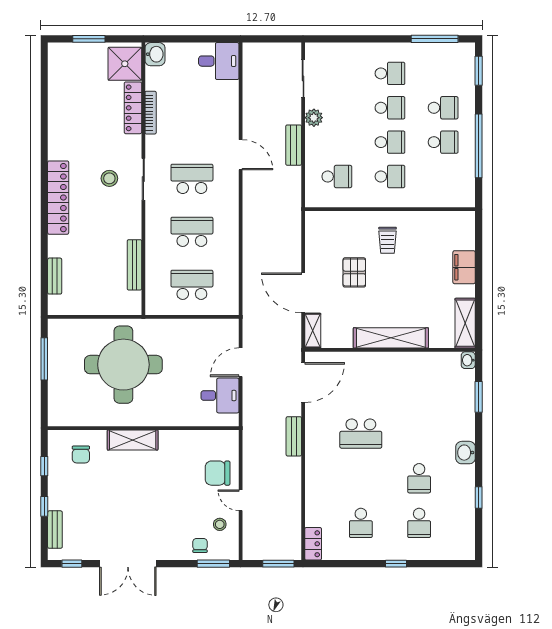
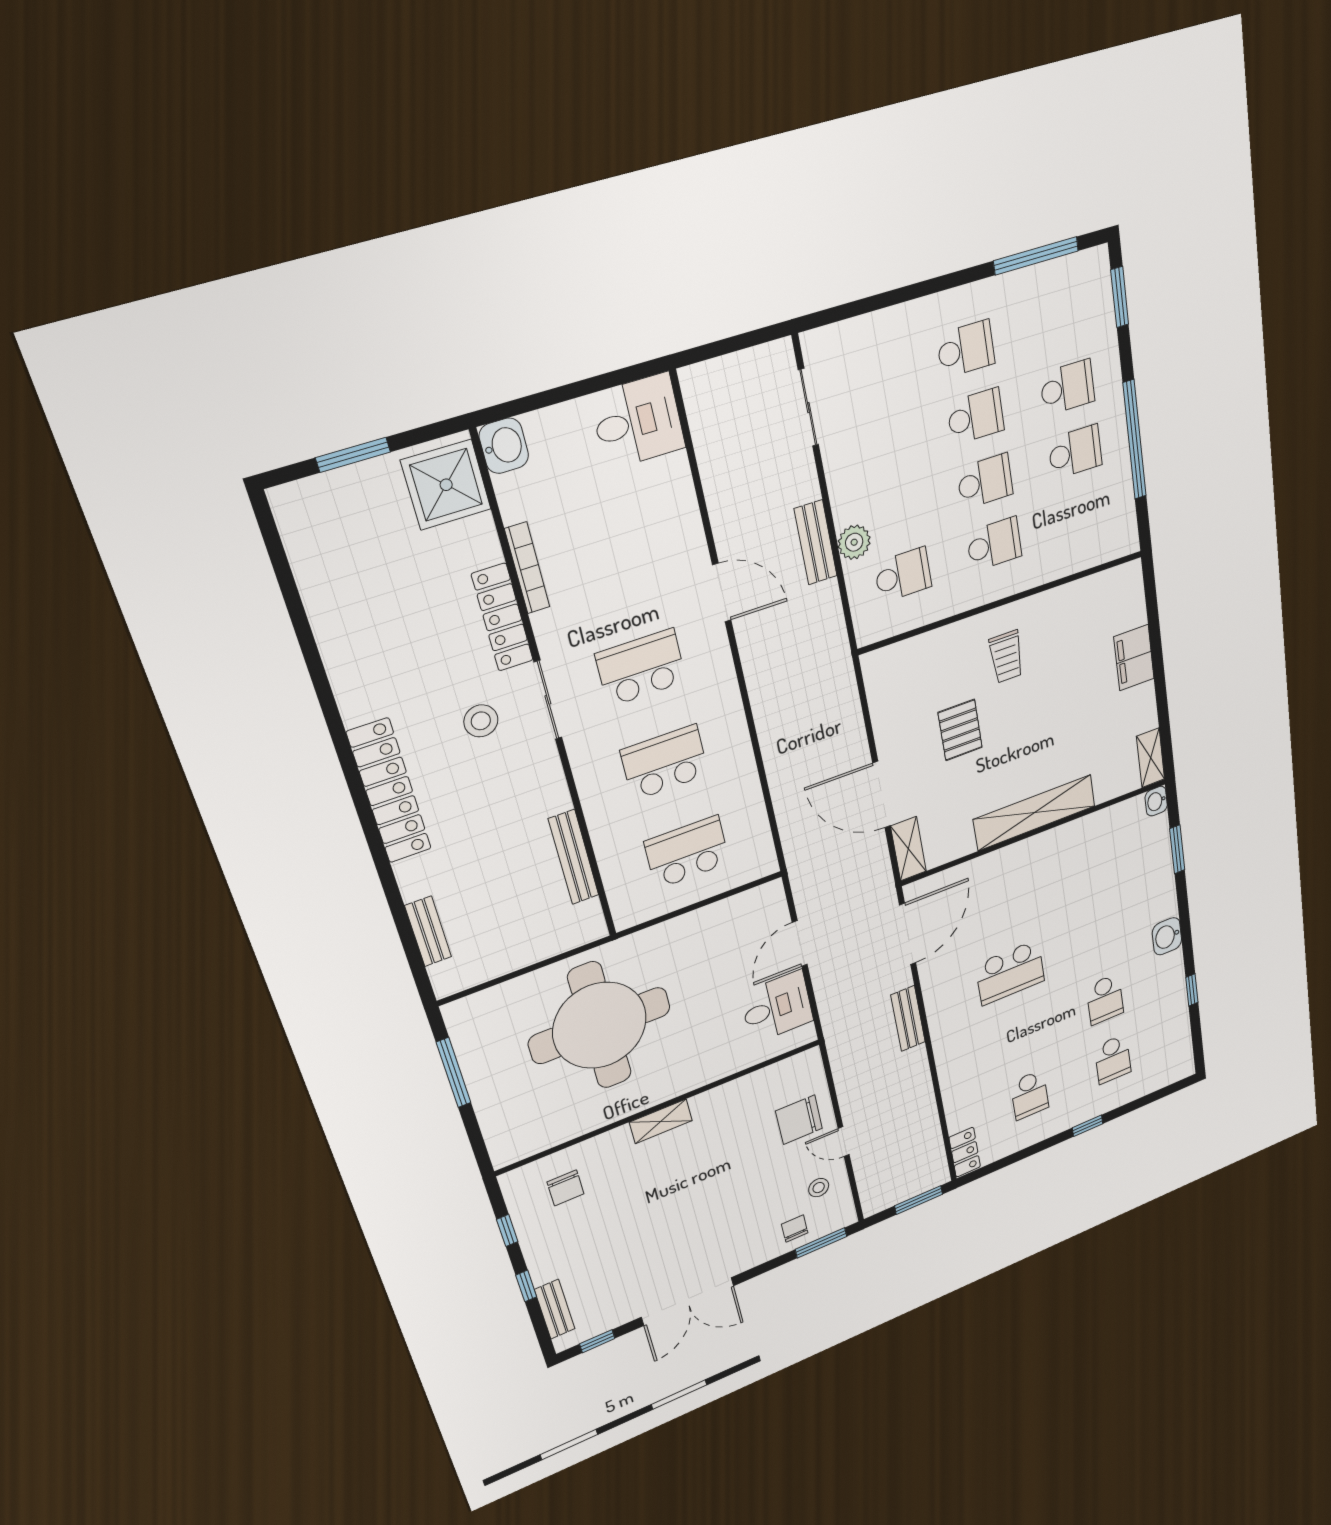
locker: (133, 108) -> (502, 617), moved
plant: (314, 118) -> (854, 542), moved
shelving: (465, 323) -> (1151, 758), width x0.67, depth x0.75
shelving: (133, 440) -> (661, 1121), width x0.67, depth x0.75

